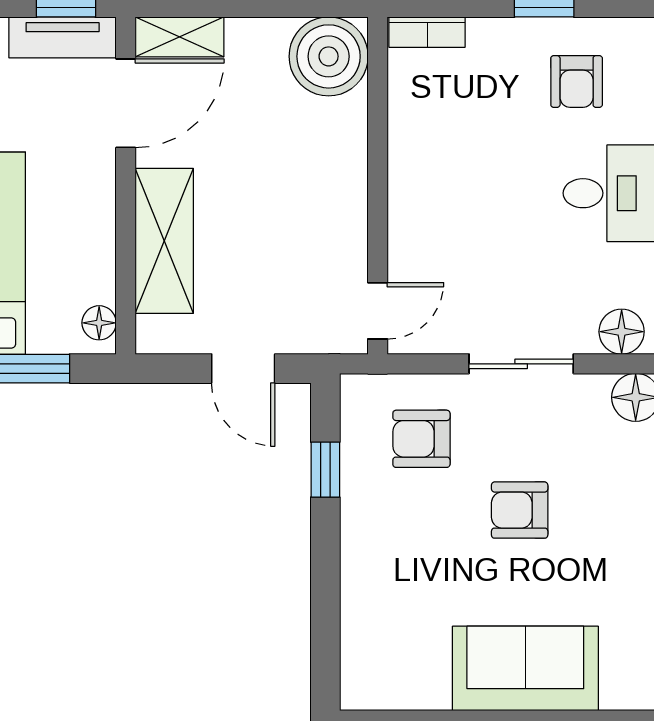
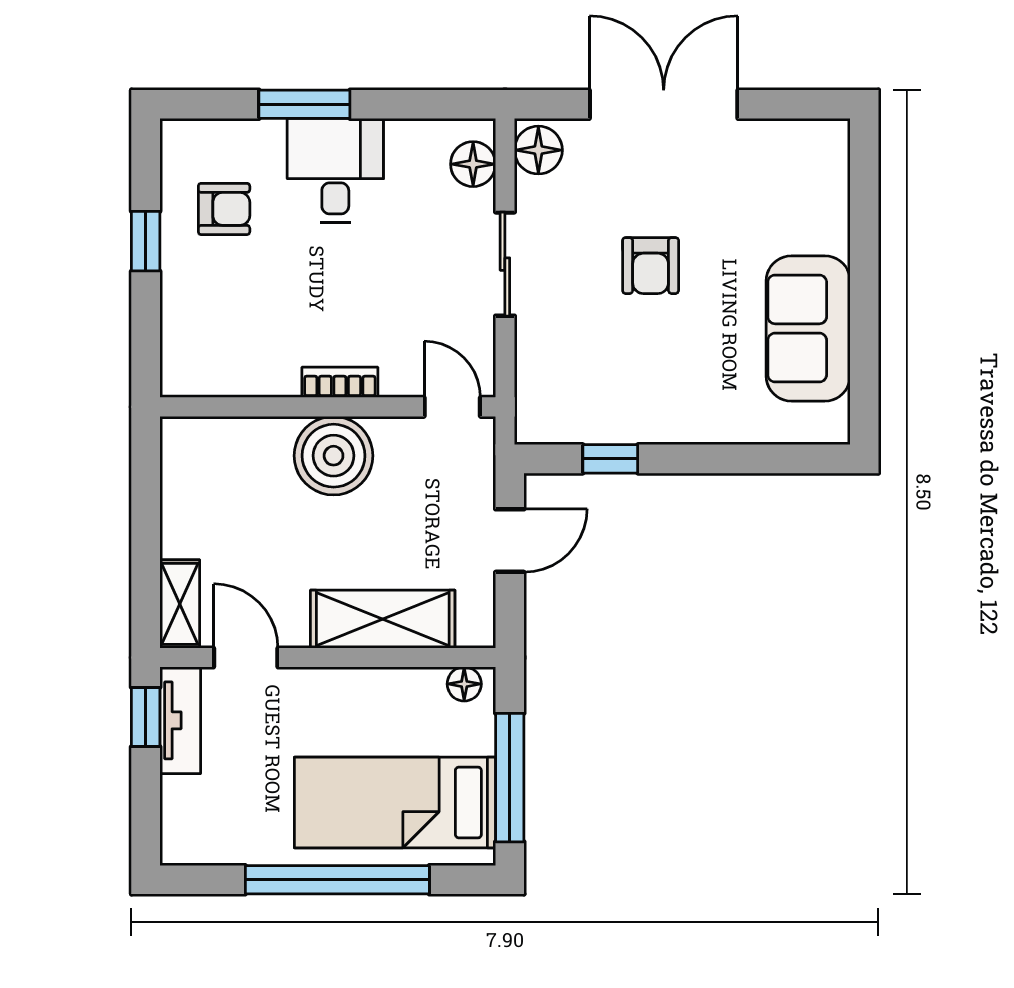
bookcase: (427, 32) -> (340, 382), moved, turned -90
boiler: (329, 56) -> (334, 456), moved
door: (126, 103) -> (246, 657), width x0.73
armchair: (421, 439) -> (580, 363), removed
sofa: (525, 668) -> (808, 328), moved

